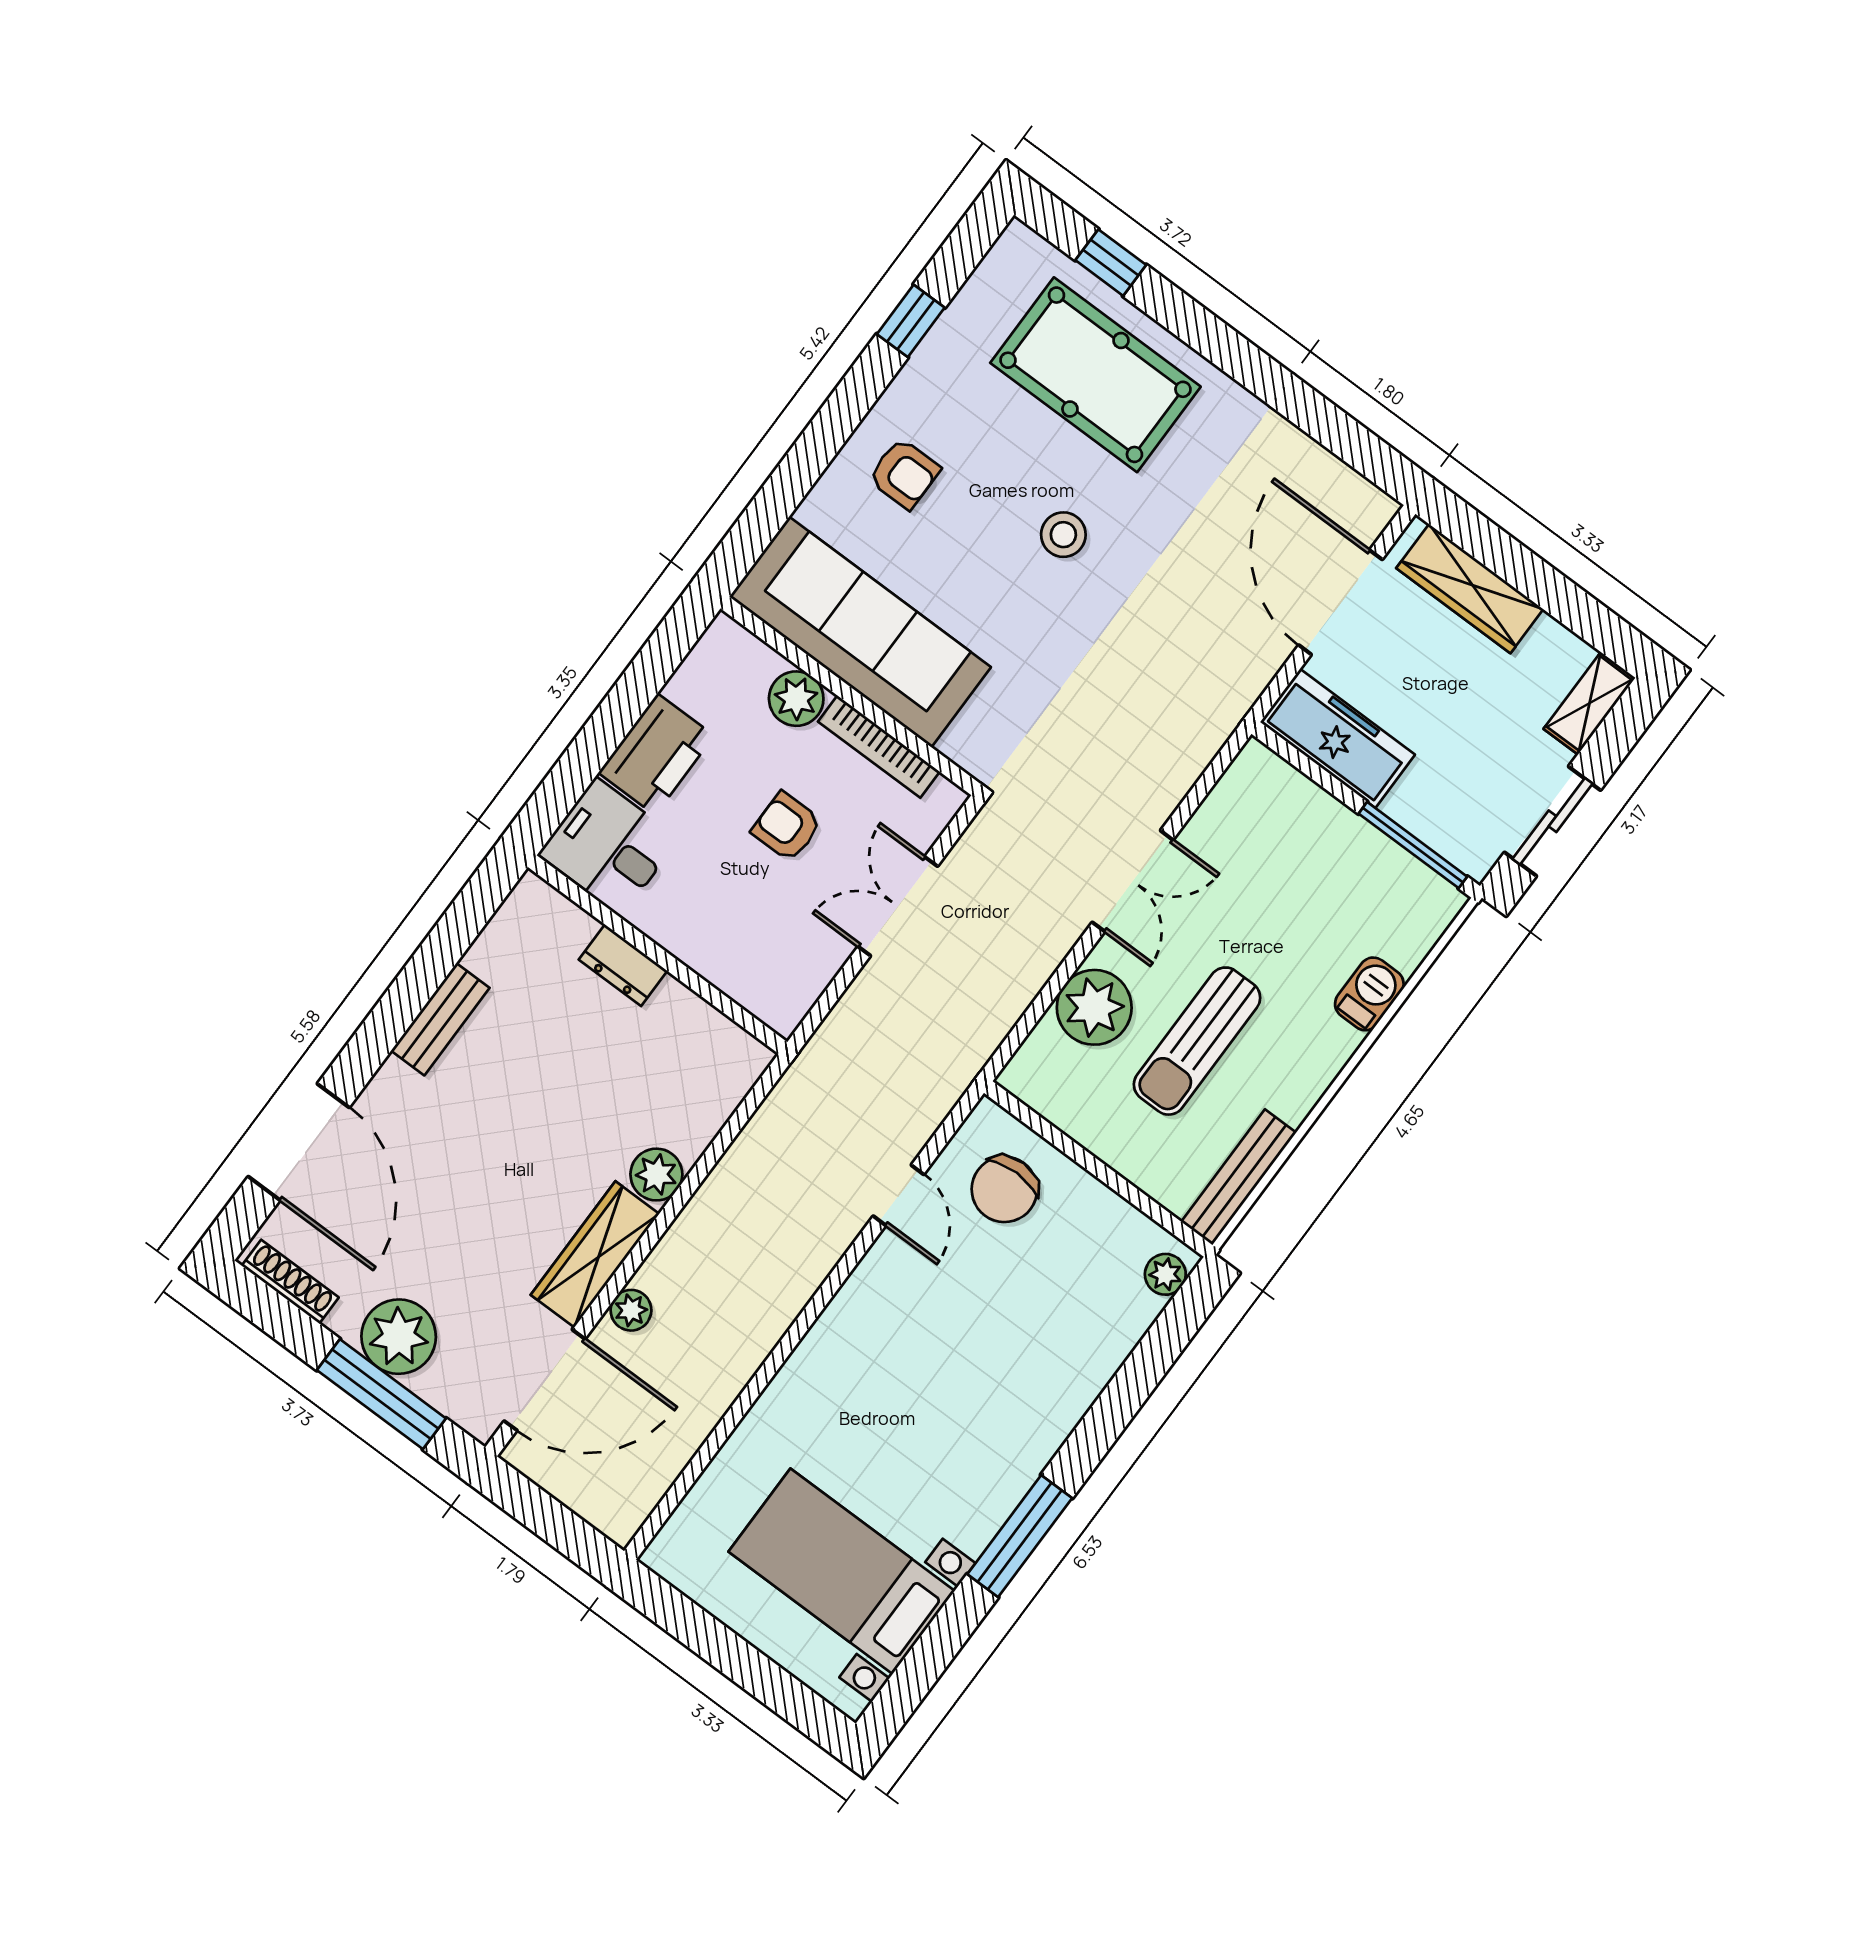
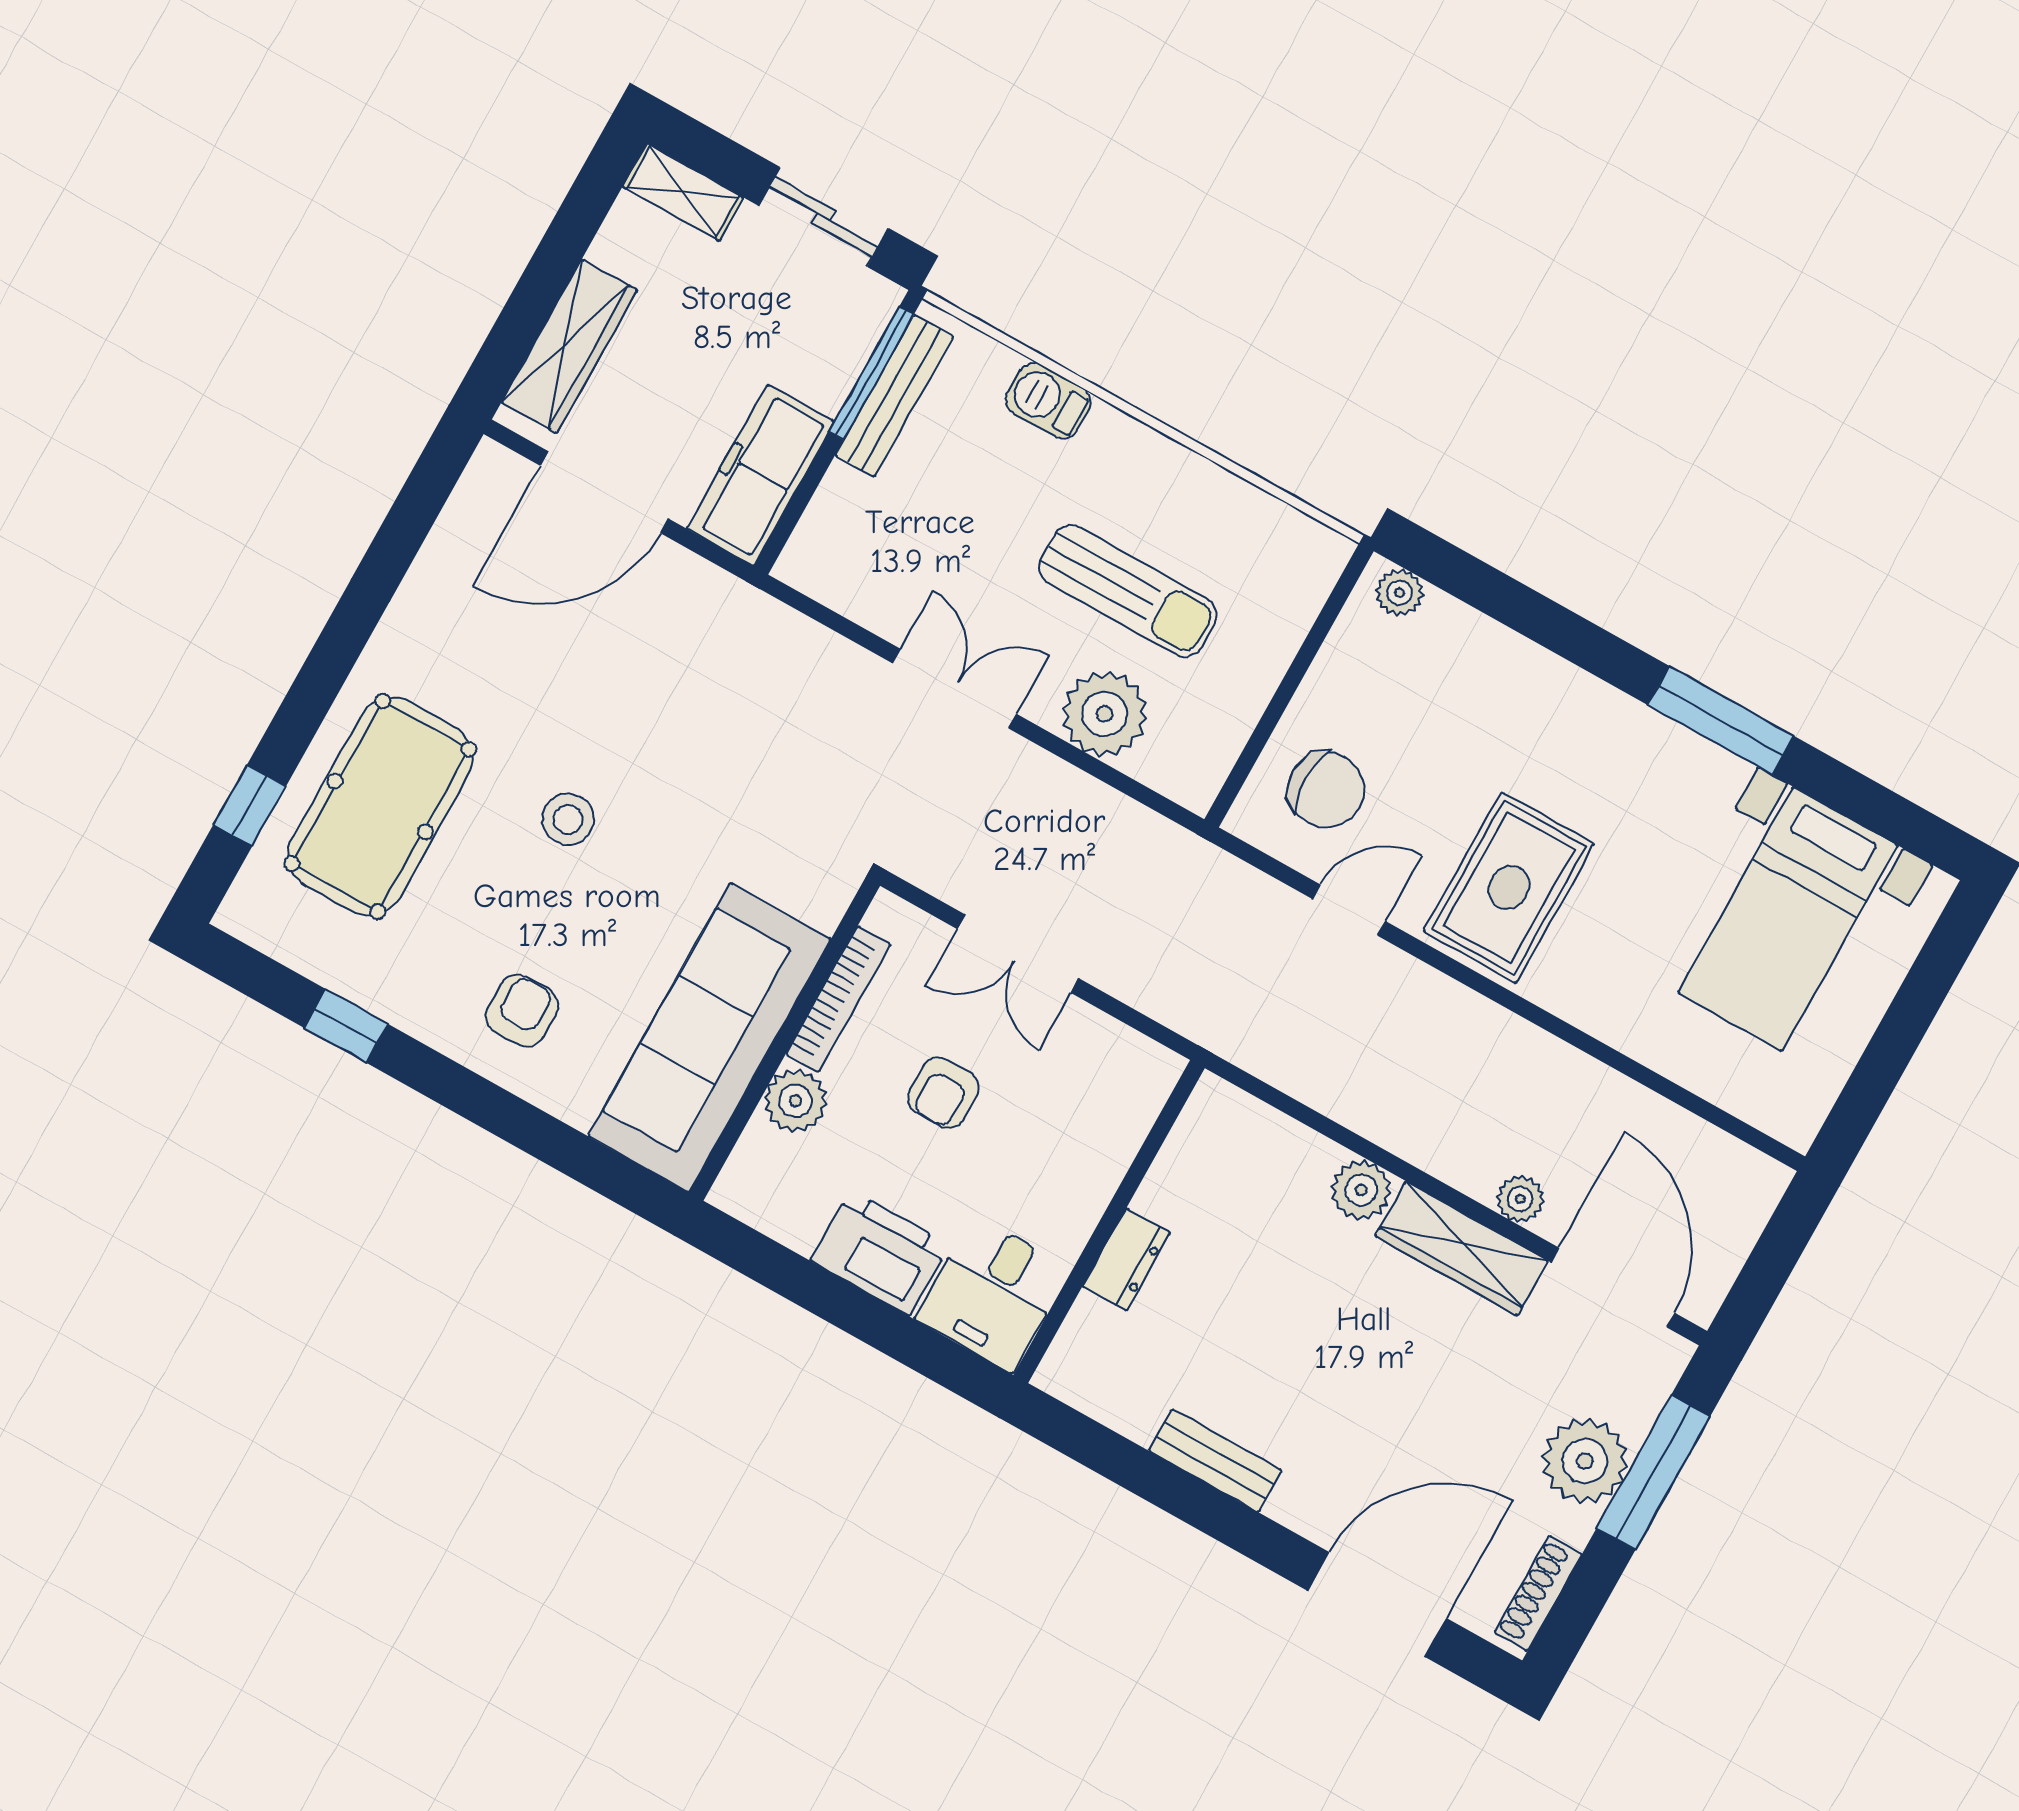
bench: (1239, 1177) -> (894, 396), moved, turned 90
rug: (900, 1335) -> (1509, 888), added

